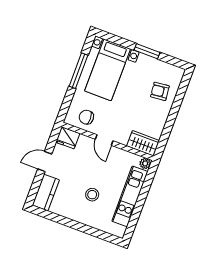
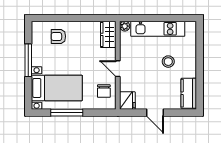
window: (147, 51) -> (28, 60), width x1.44
armchair: (160, 91) -> (58, 36), turned 96
door: (104, 140) -> (118, 69), swing flipped
kitchen counter: (46, 193) -> (189, 93), moved, turned -90

